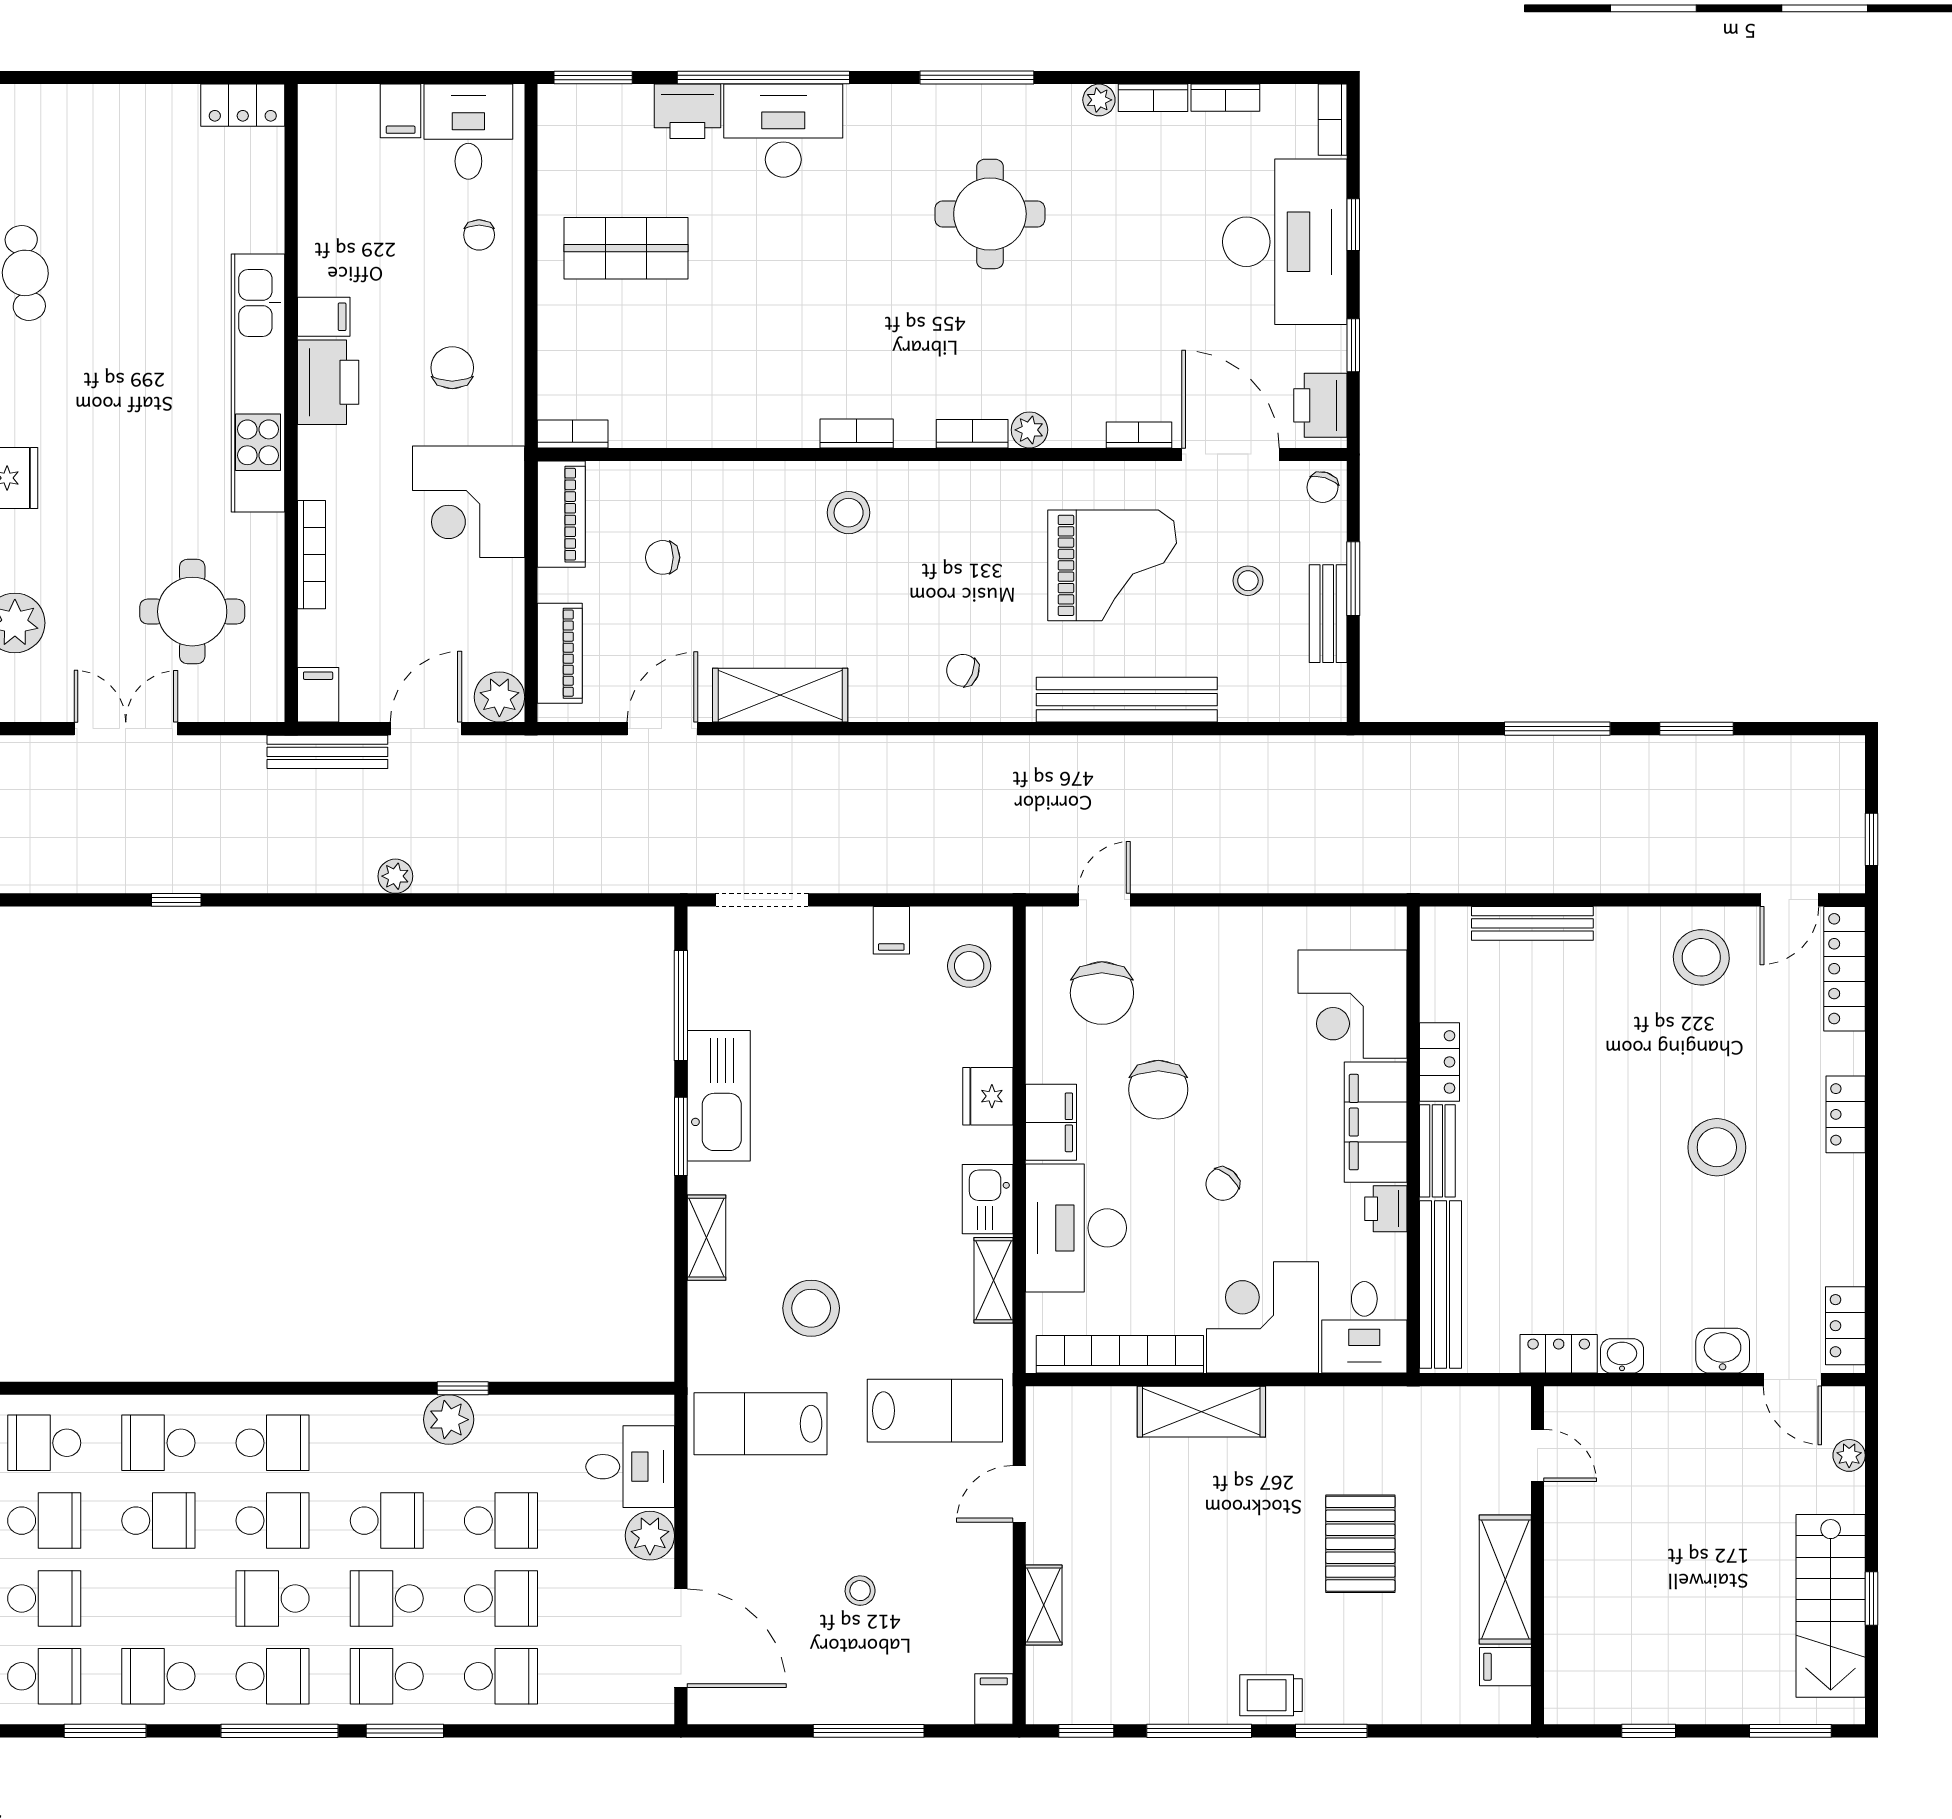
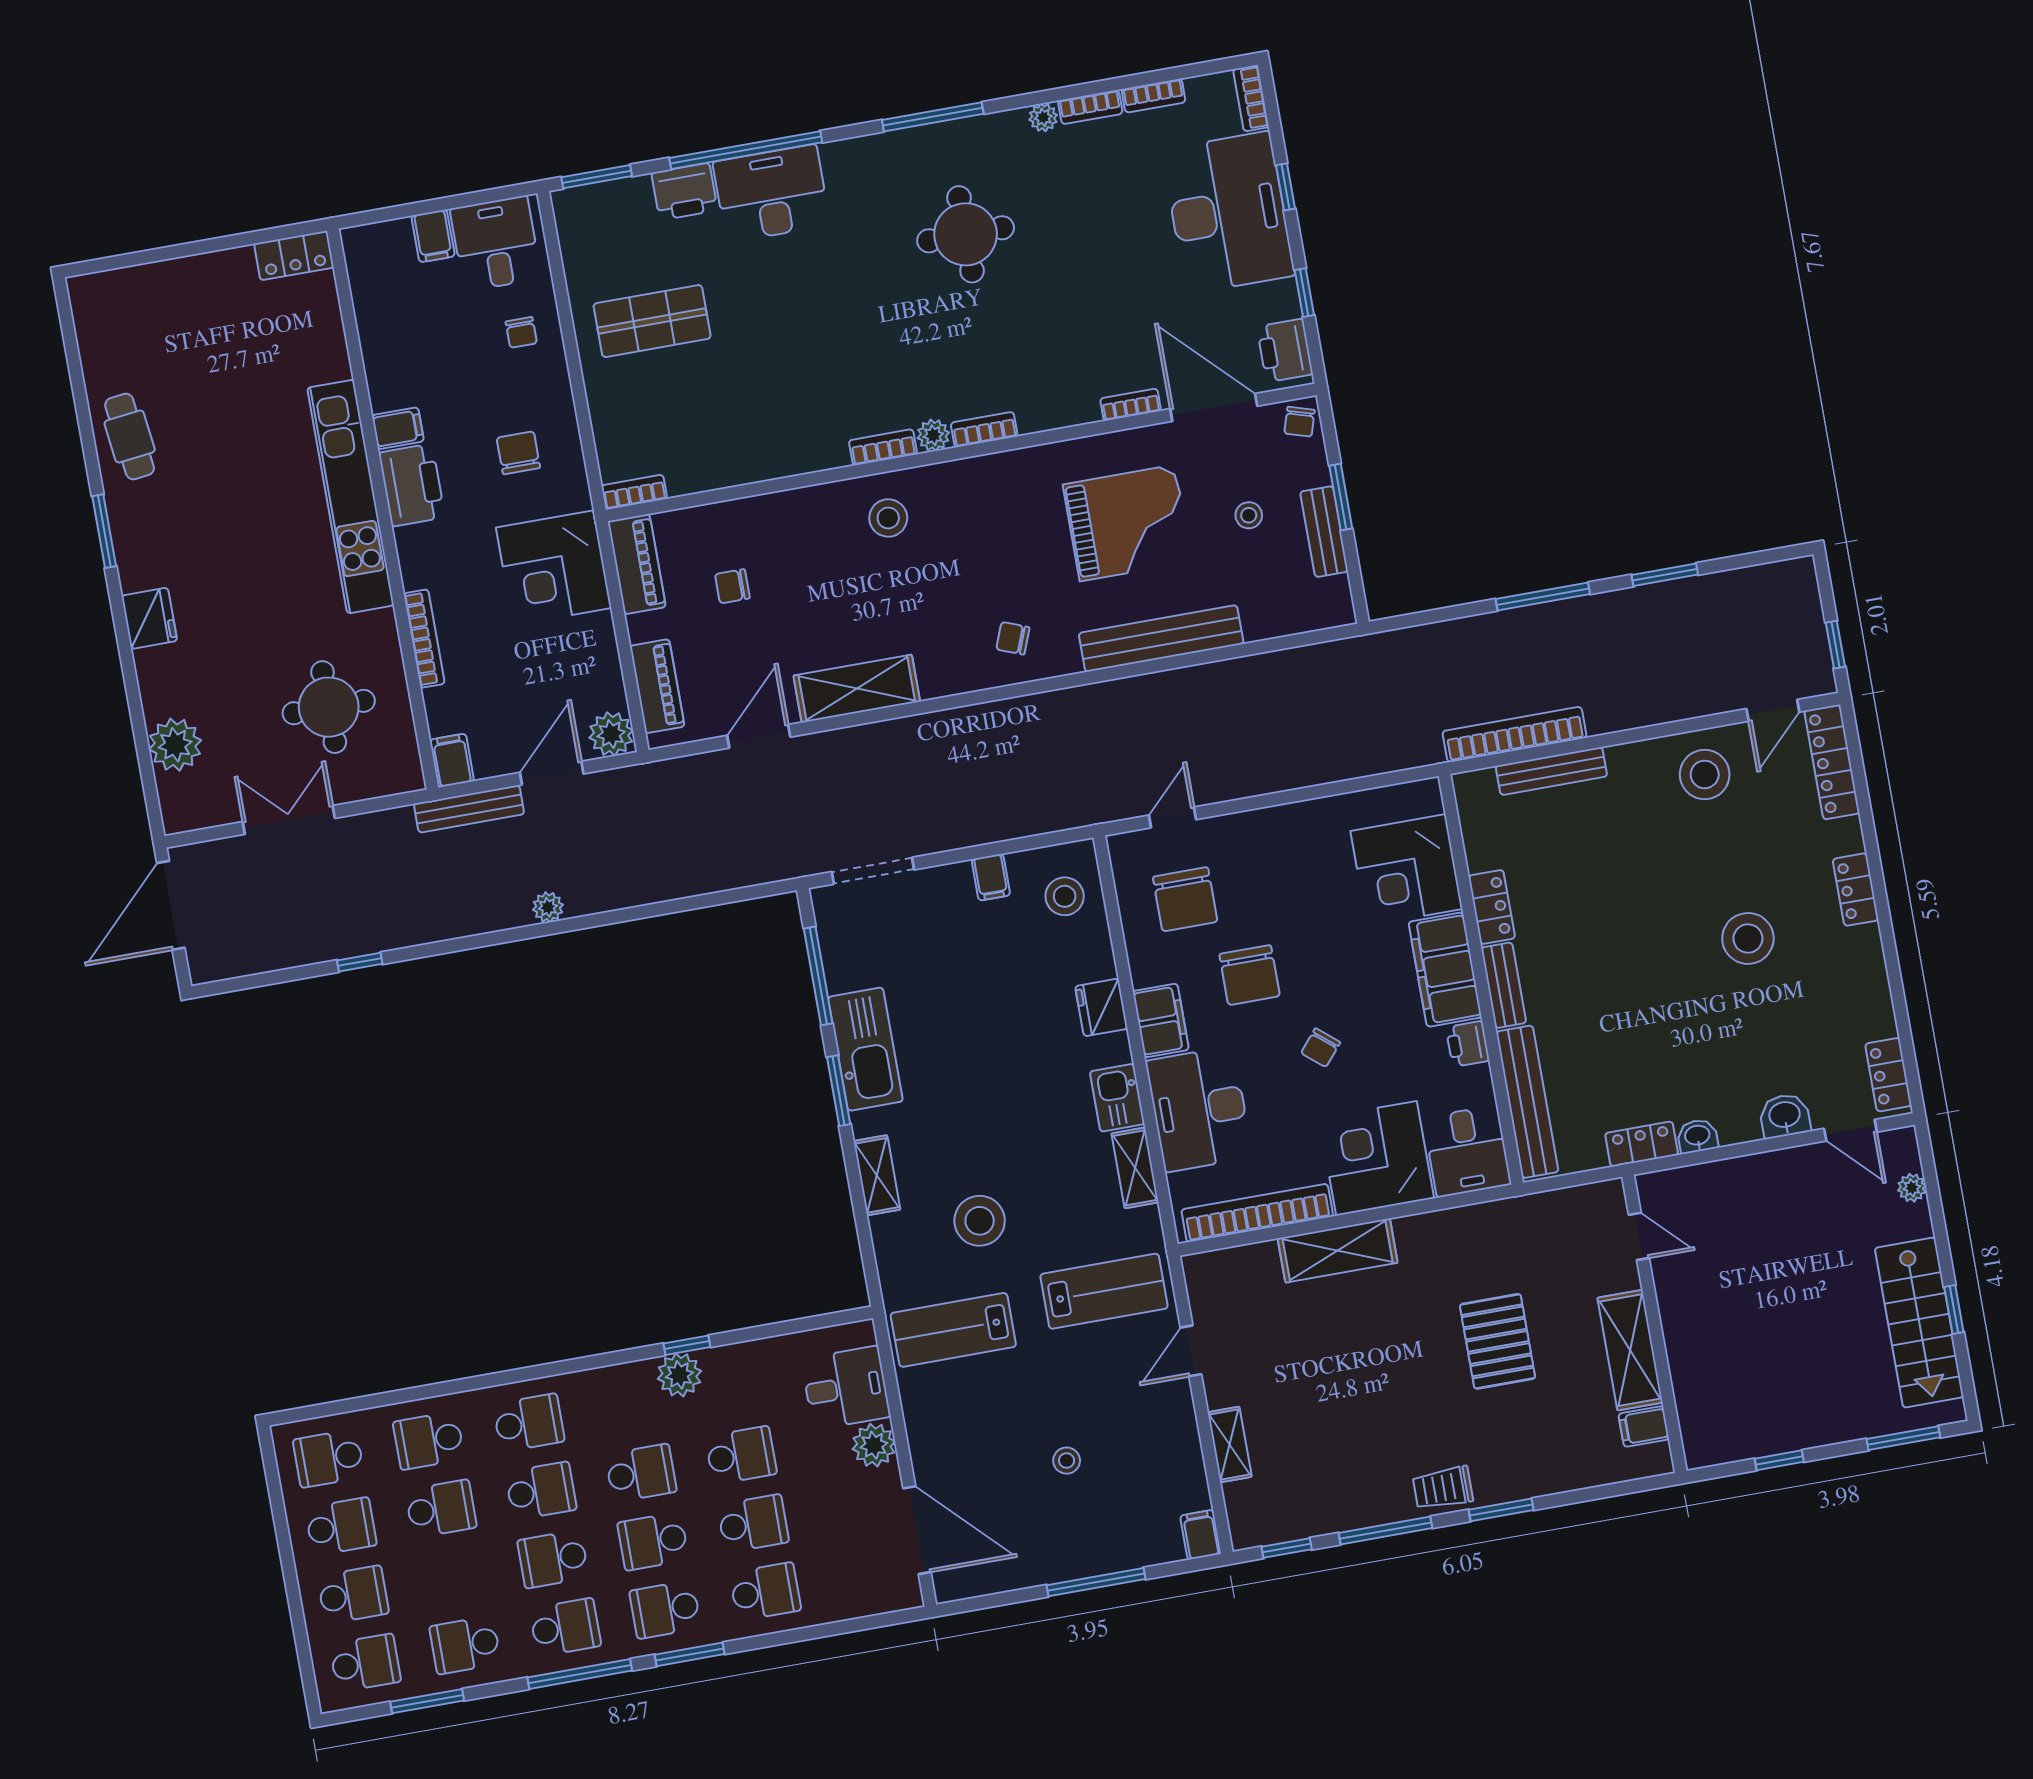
plant: (1029, 430) -> (933, 435), moved
bookcase: (1499, 875) -> (1514, 734), added

